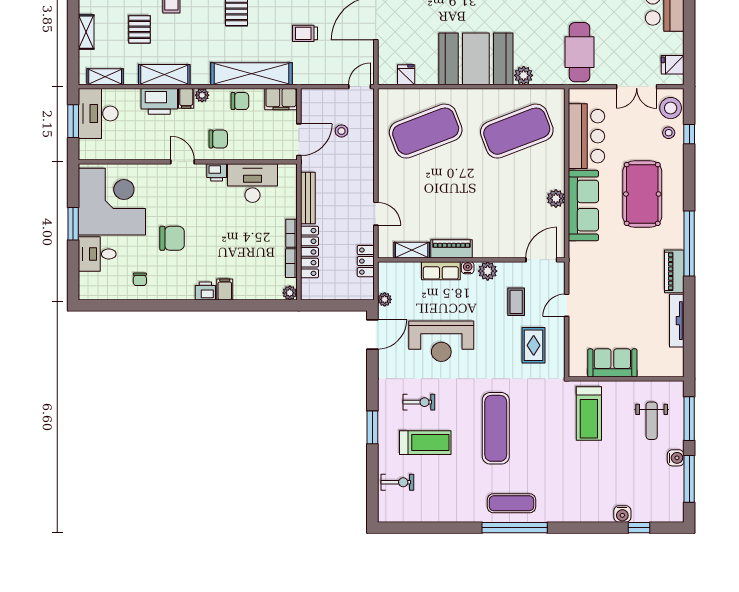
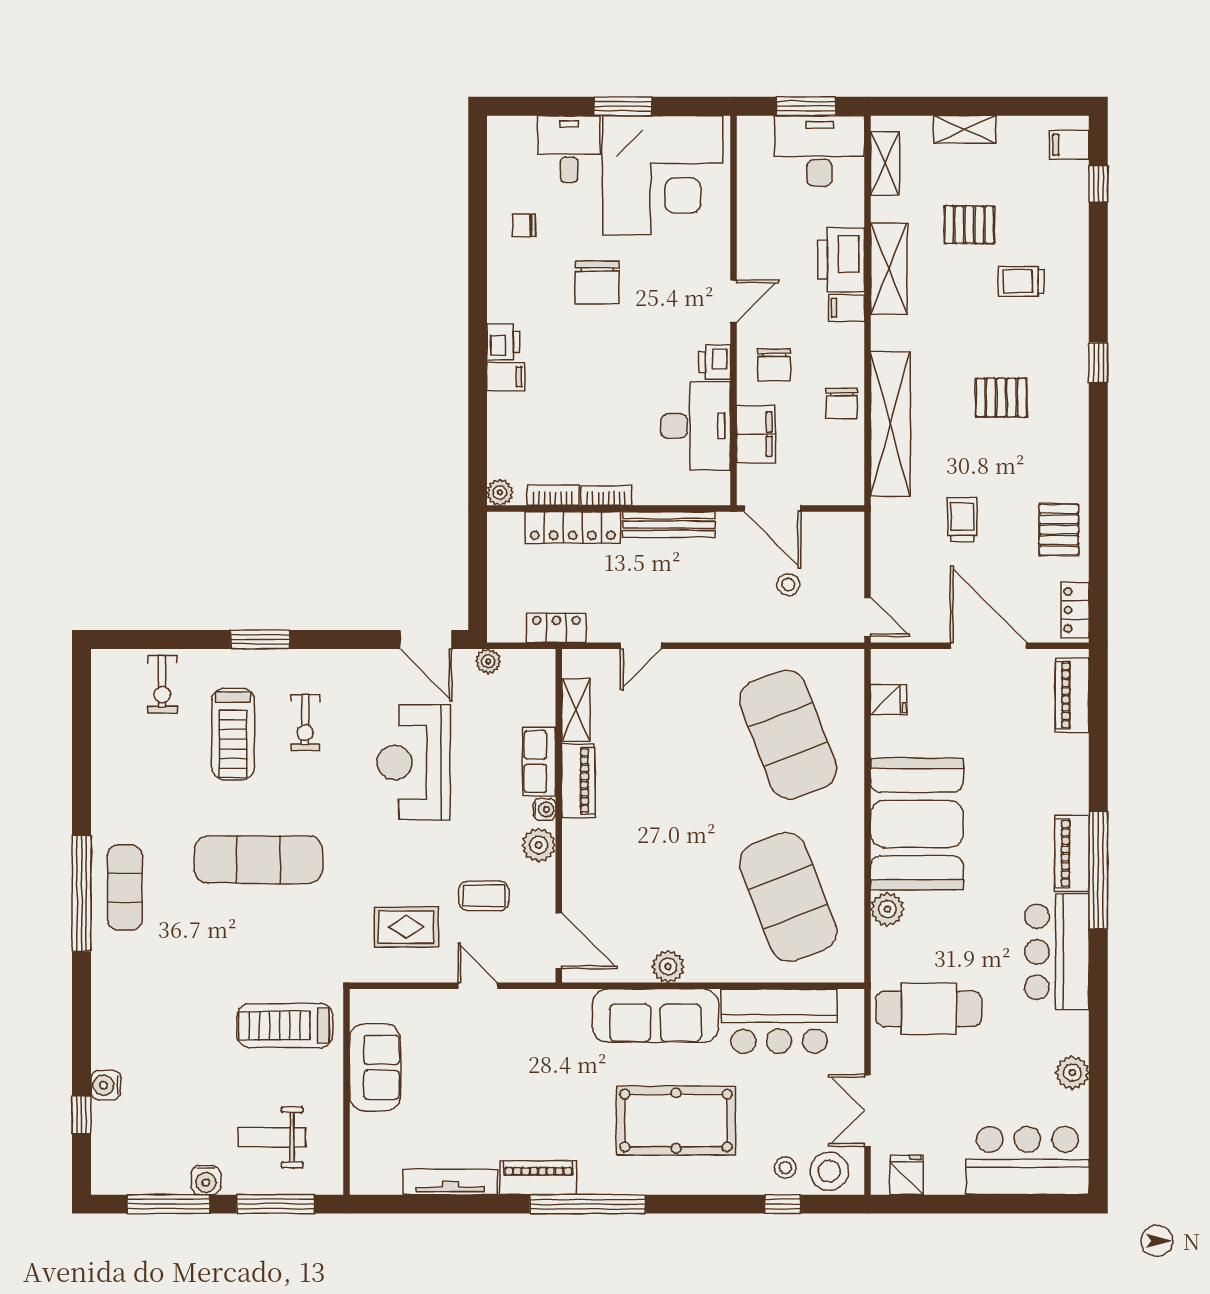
plant: (202, 95) -> (852, 336), removed
filing cabinet: (281, 99) -> (756, 434), moved, turned 180

